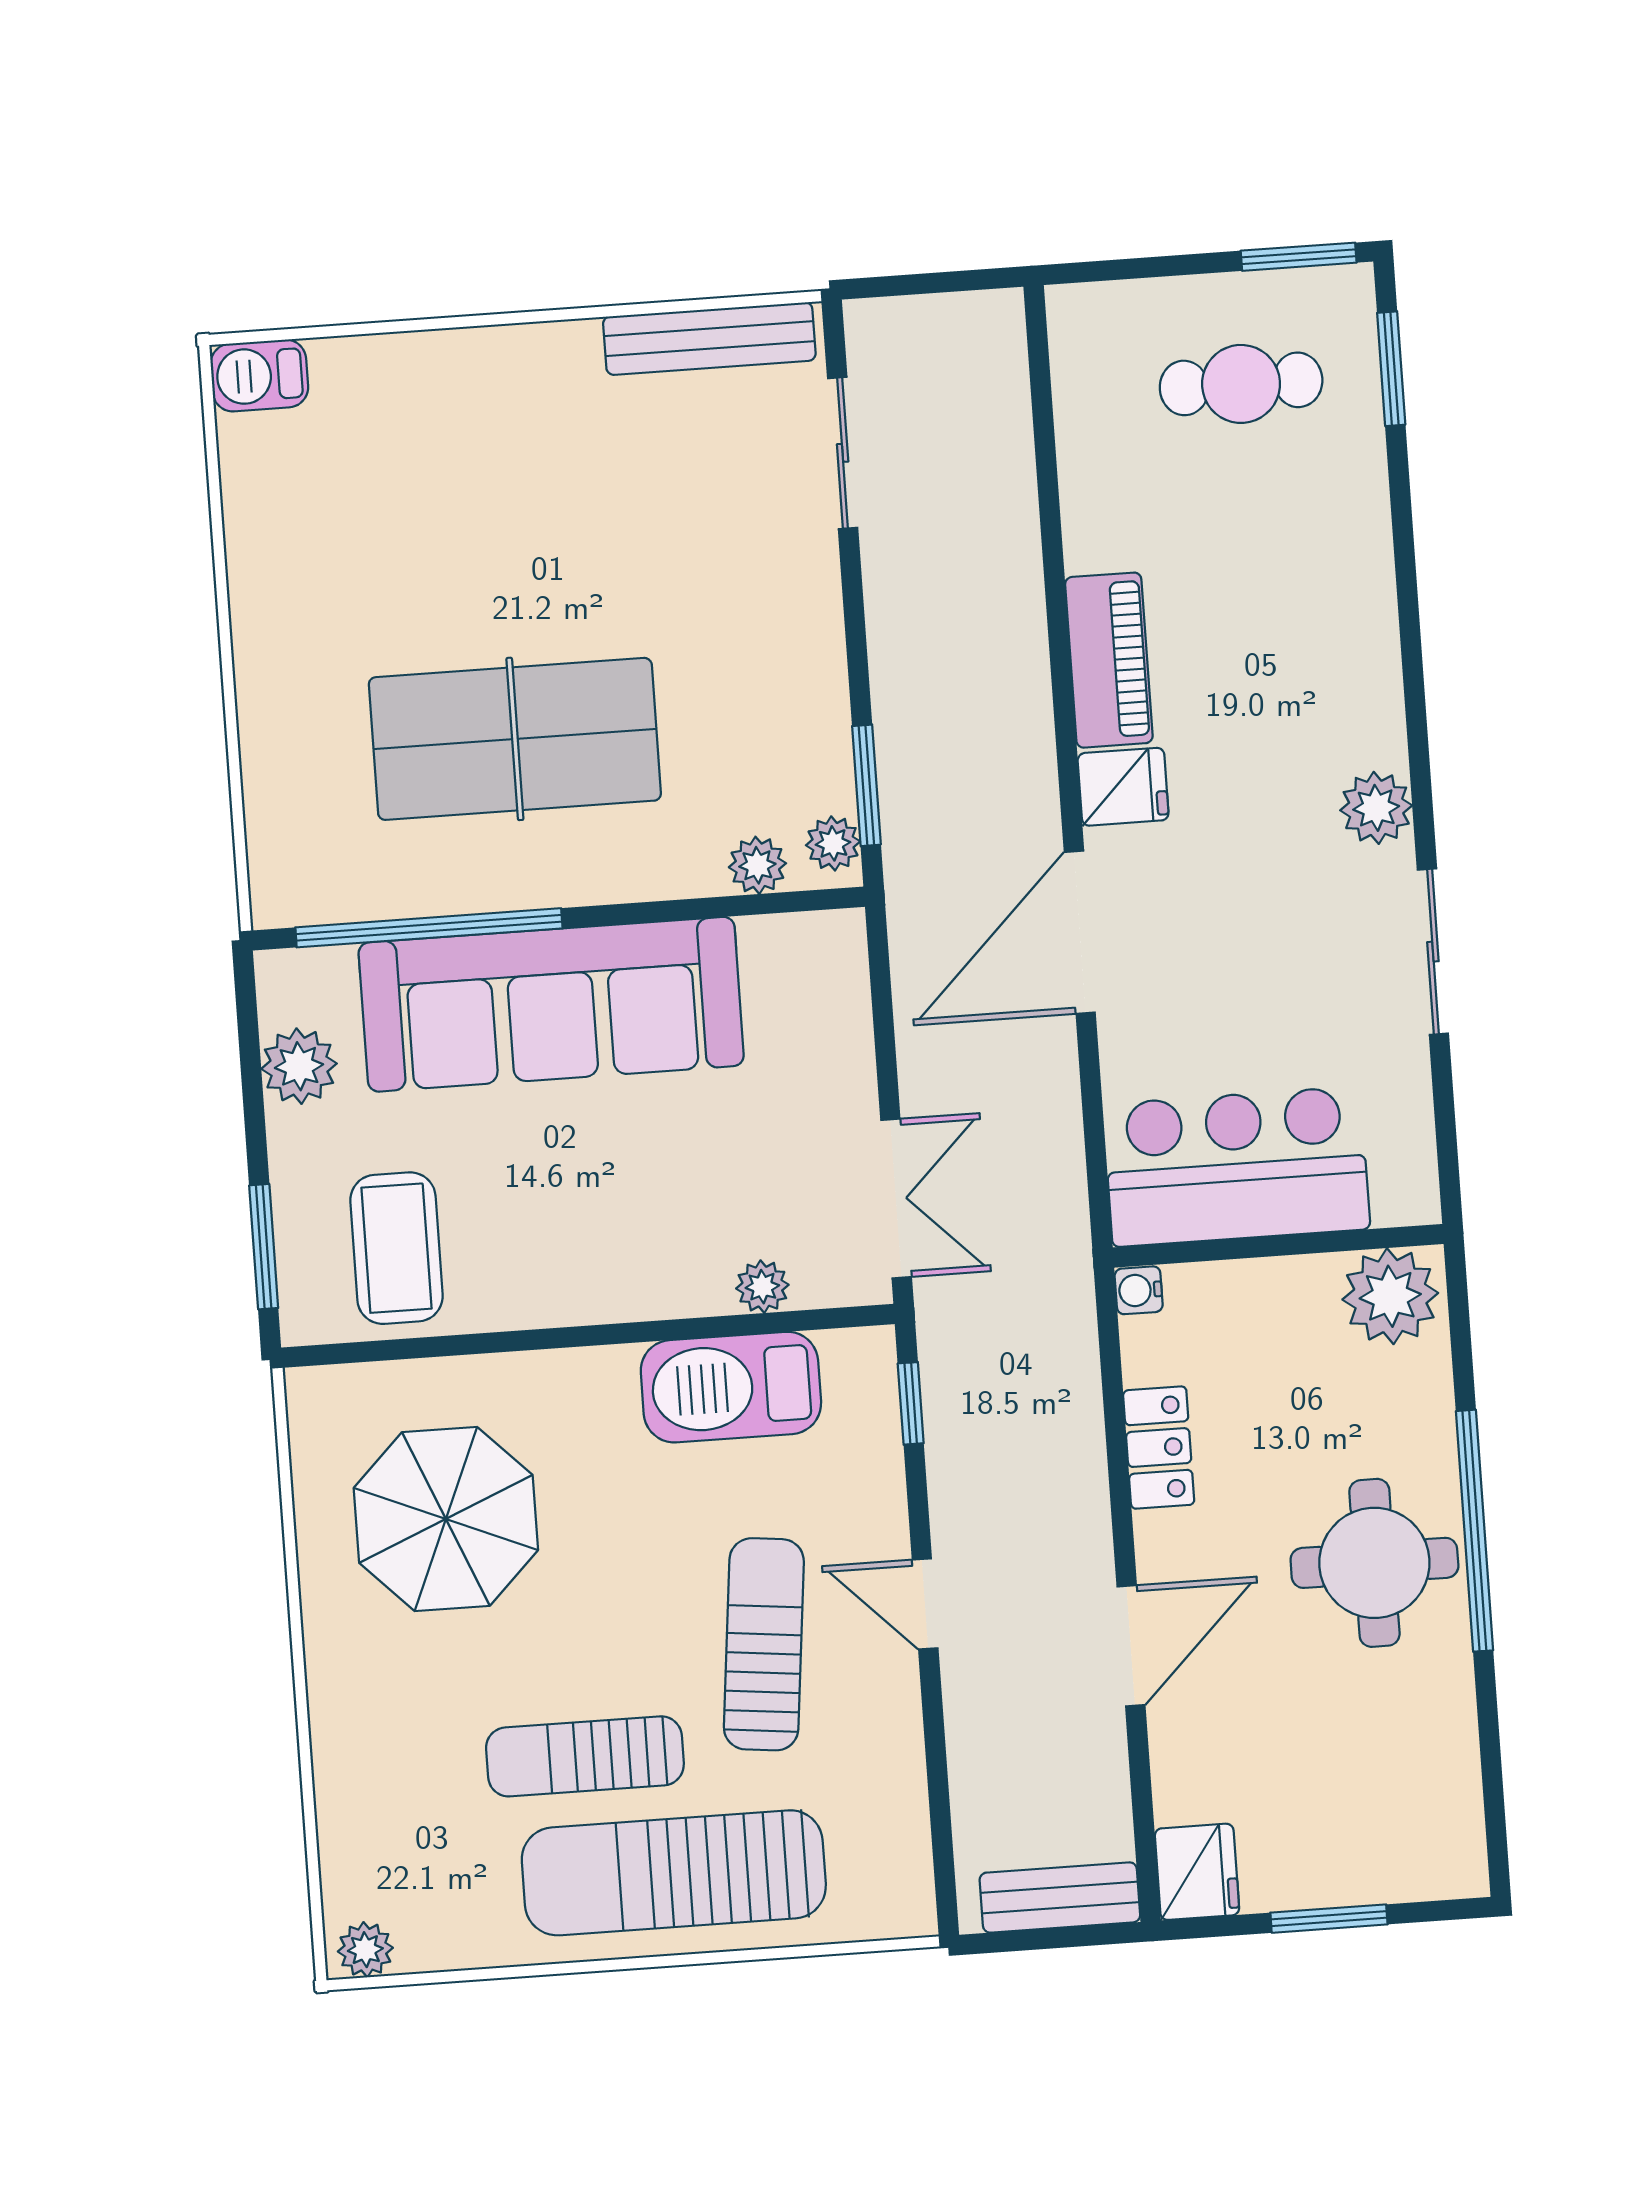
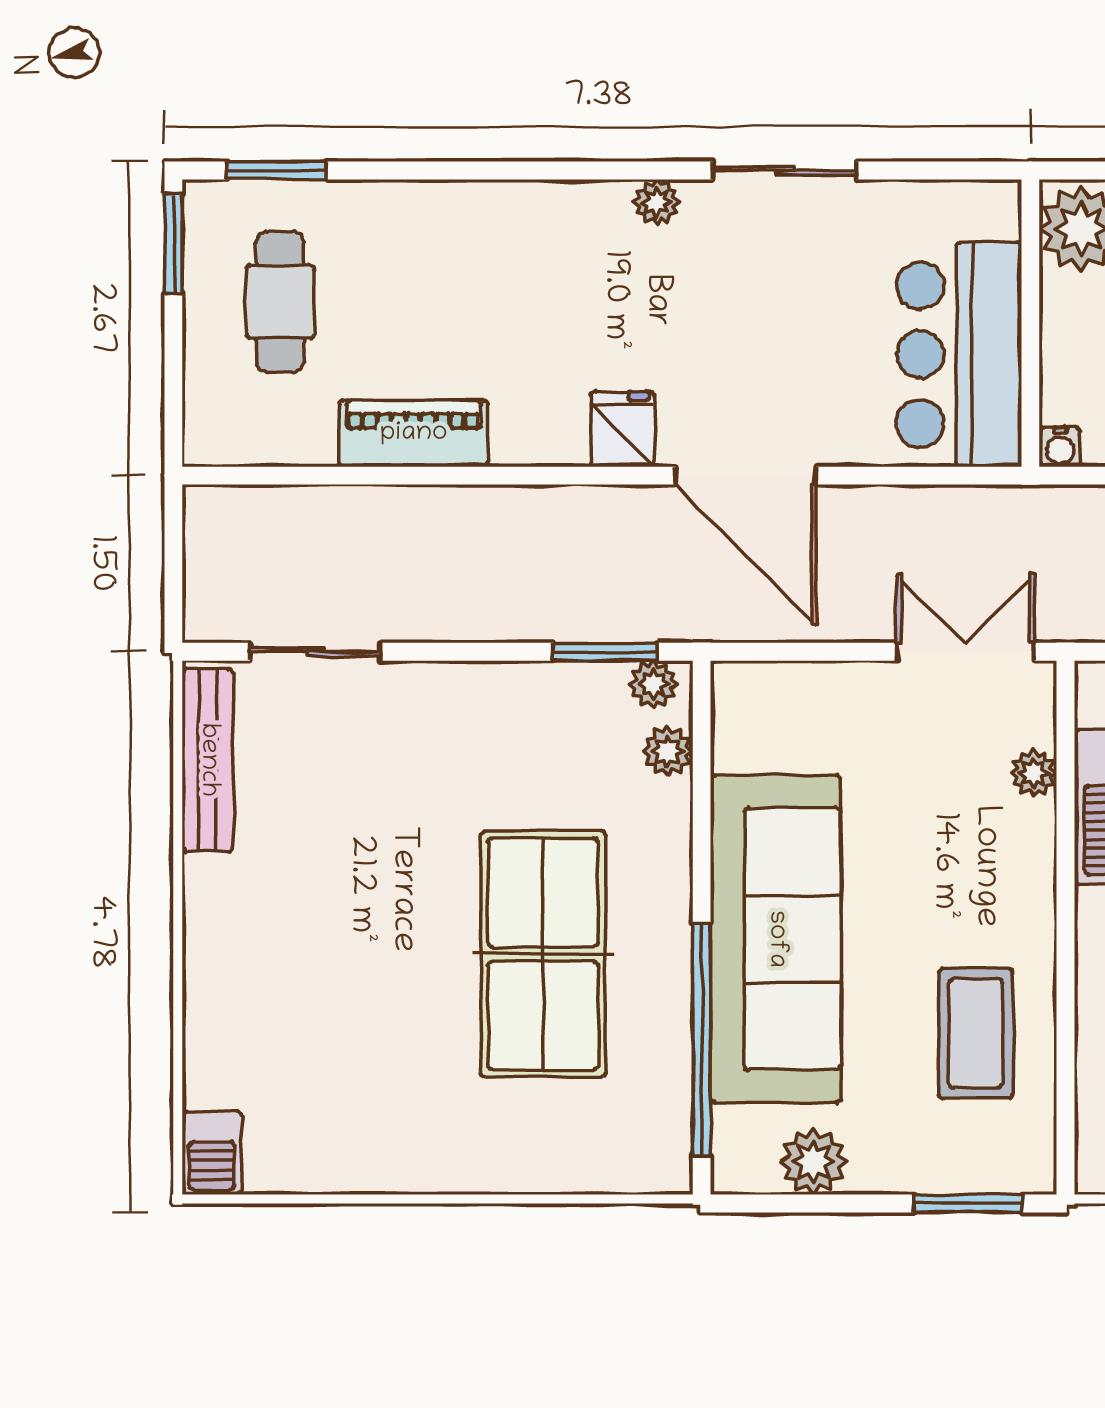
piano: (1109, 660) -> (414, 434), moved
plant: (1376, 808) -> (656, 202), width x0.73, depth x0.73
coffee table: (396, 1248) -> (976, 1033), moved, turned 90

